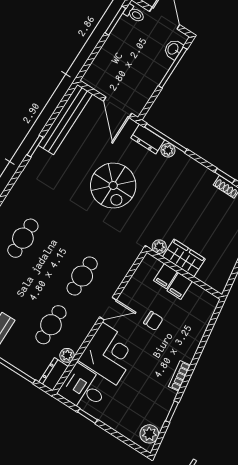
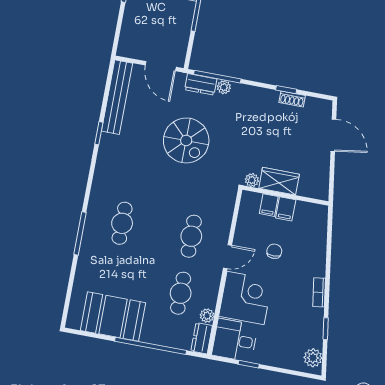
chair: (153, 321) -> (274, 251), turned -90

